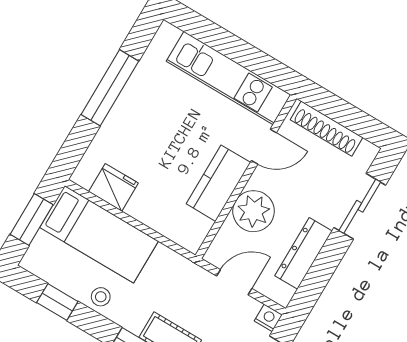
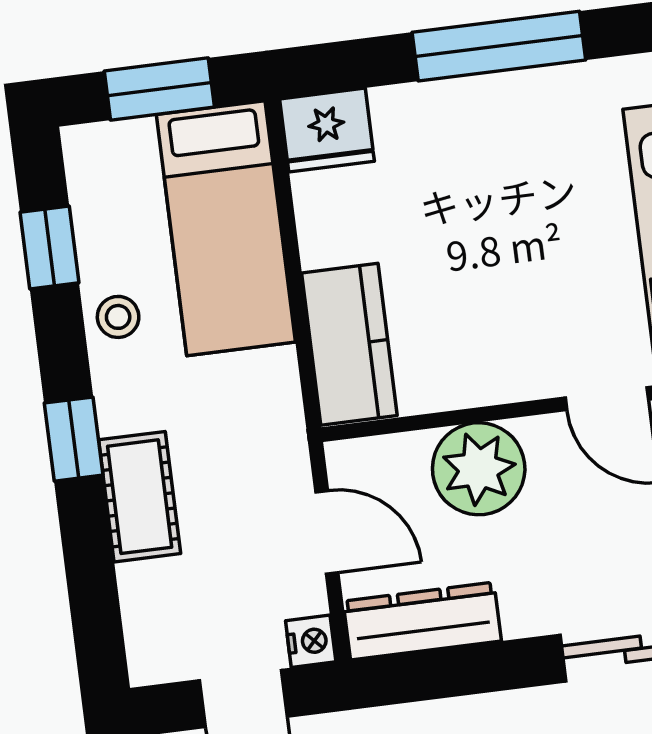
kitchen counter: (218, 183) -> (349, 344), moved, turned 90
fridge: (113, 187) -> (327, 130), moved, turned 90
dresser: (303, 253) -> (422, 621), moved

